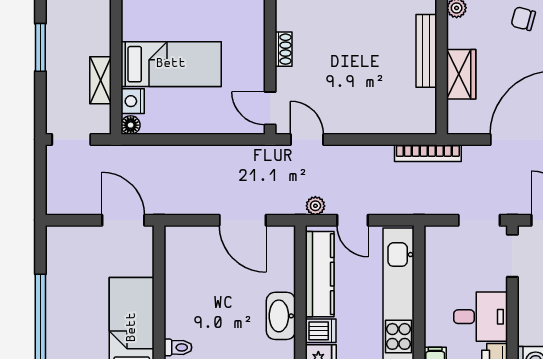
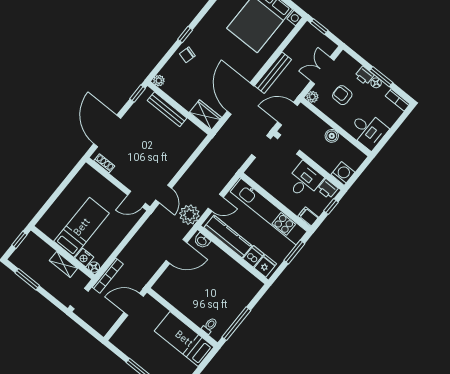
shoe rack: (283, 49) -> (104, 163), moved
wardrobe: (461, 74) -> (206, 115), moved
door: (307, 139) -> (164, 194), swing flipped
bookcase: (428, 153) -> (108, 276), moved
plant: (315, 206) -> (189, 215), width x1.88, depth x1.88
washbasin: (281, 316) -> (202, 241), moved, width x0.52, depth x0.69

